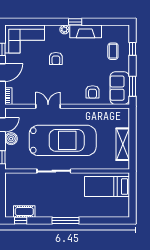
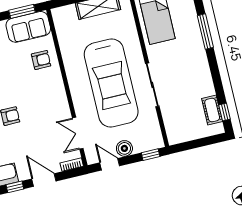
double door: (48, 106) -> (78, 133), moved
car: (63, 140) -> (111, 83), turned 180
window: (66, 220) -> (205, 32), moved

